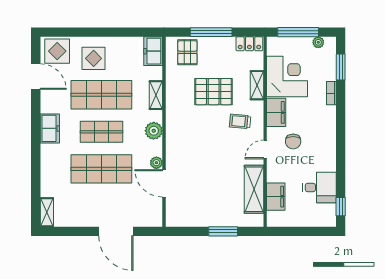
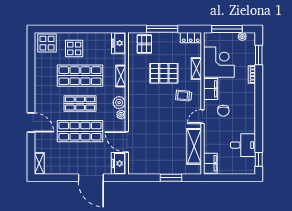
door: (36, 77) -> (31, 123), moved
freezer: (50, 128) -> (119, 163), moved, turned 180
plant: (156, 163) -> (121, 115), moved
filing cabinet: (276, 197) -> (210, 163), moved

